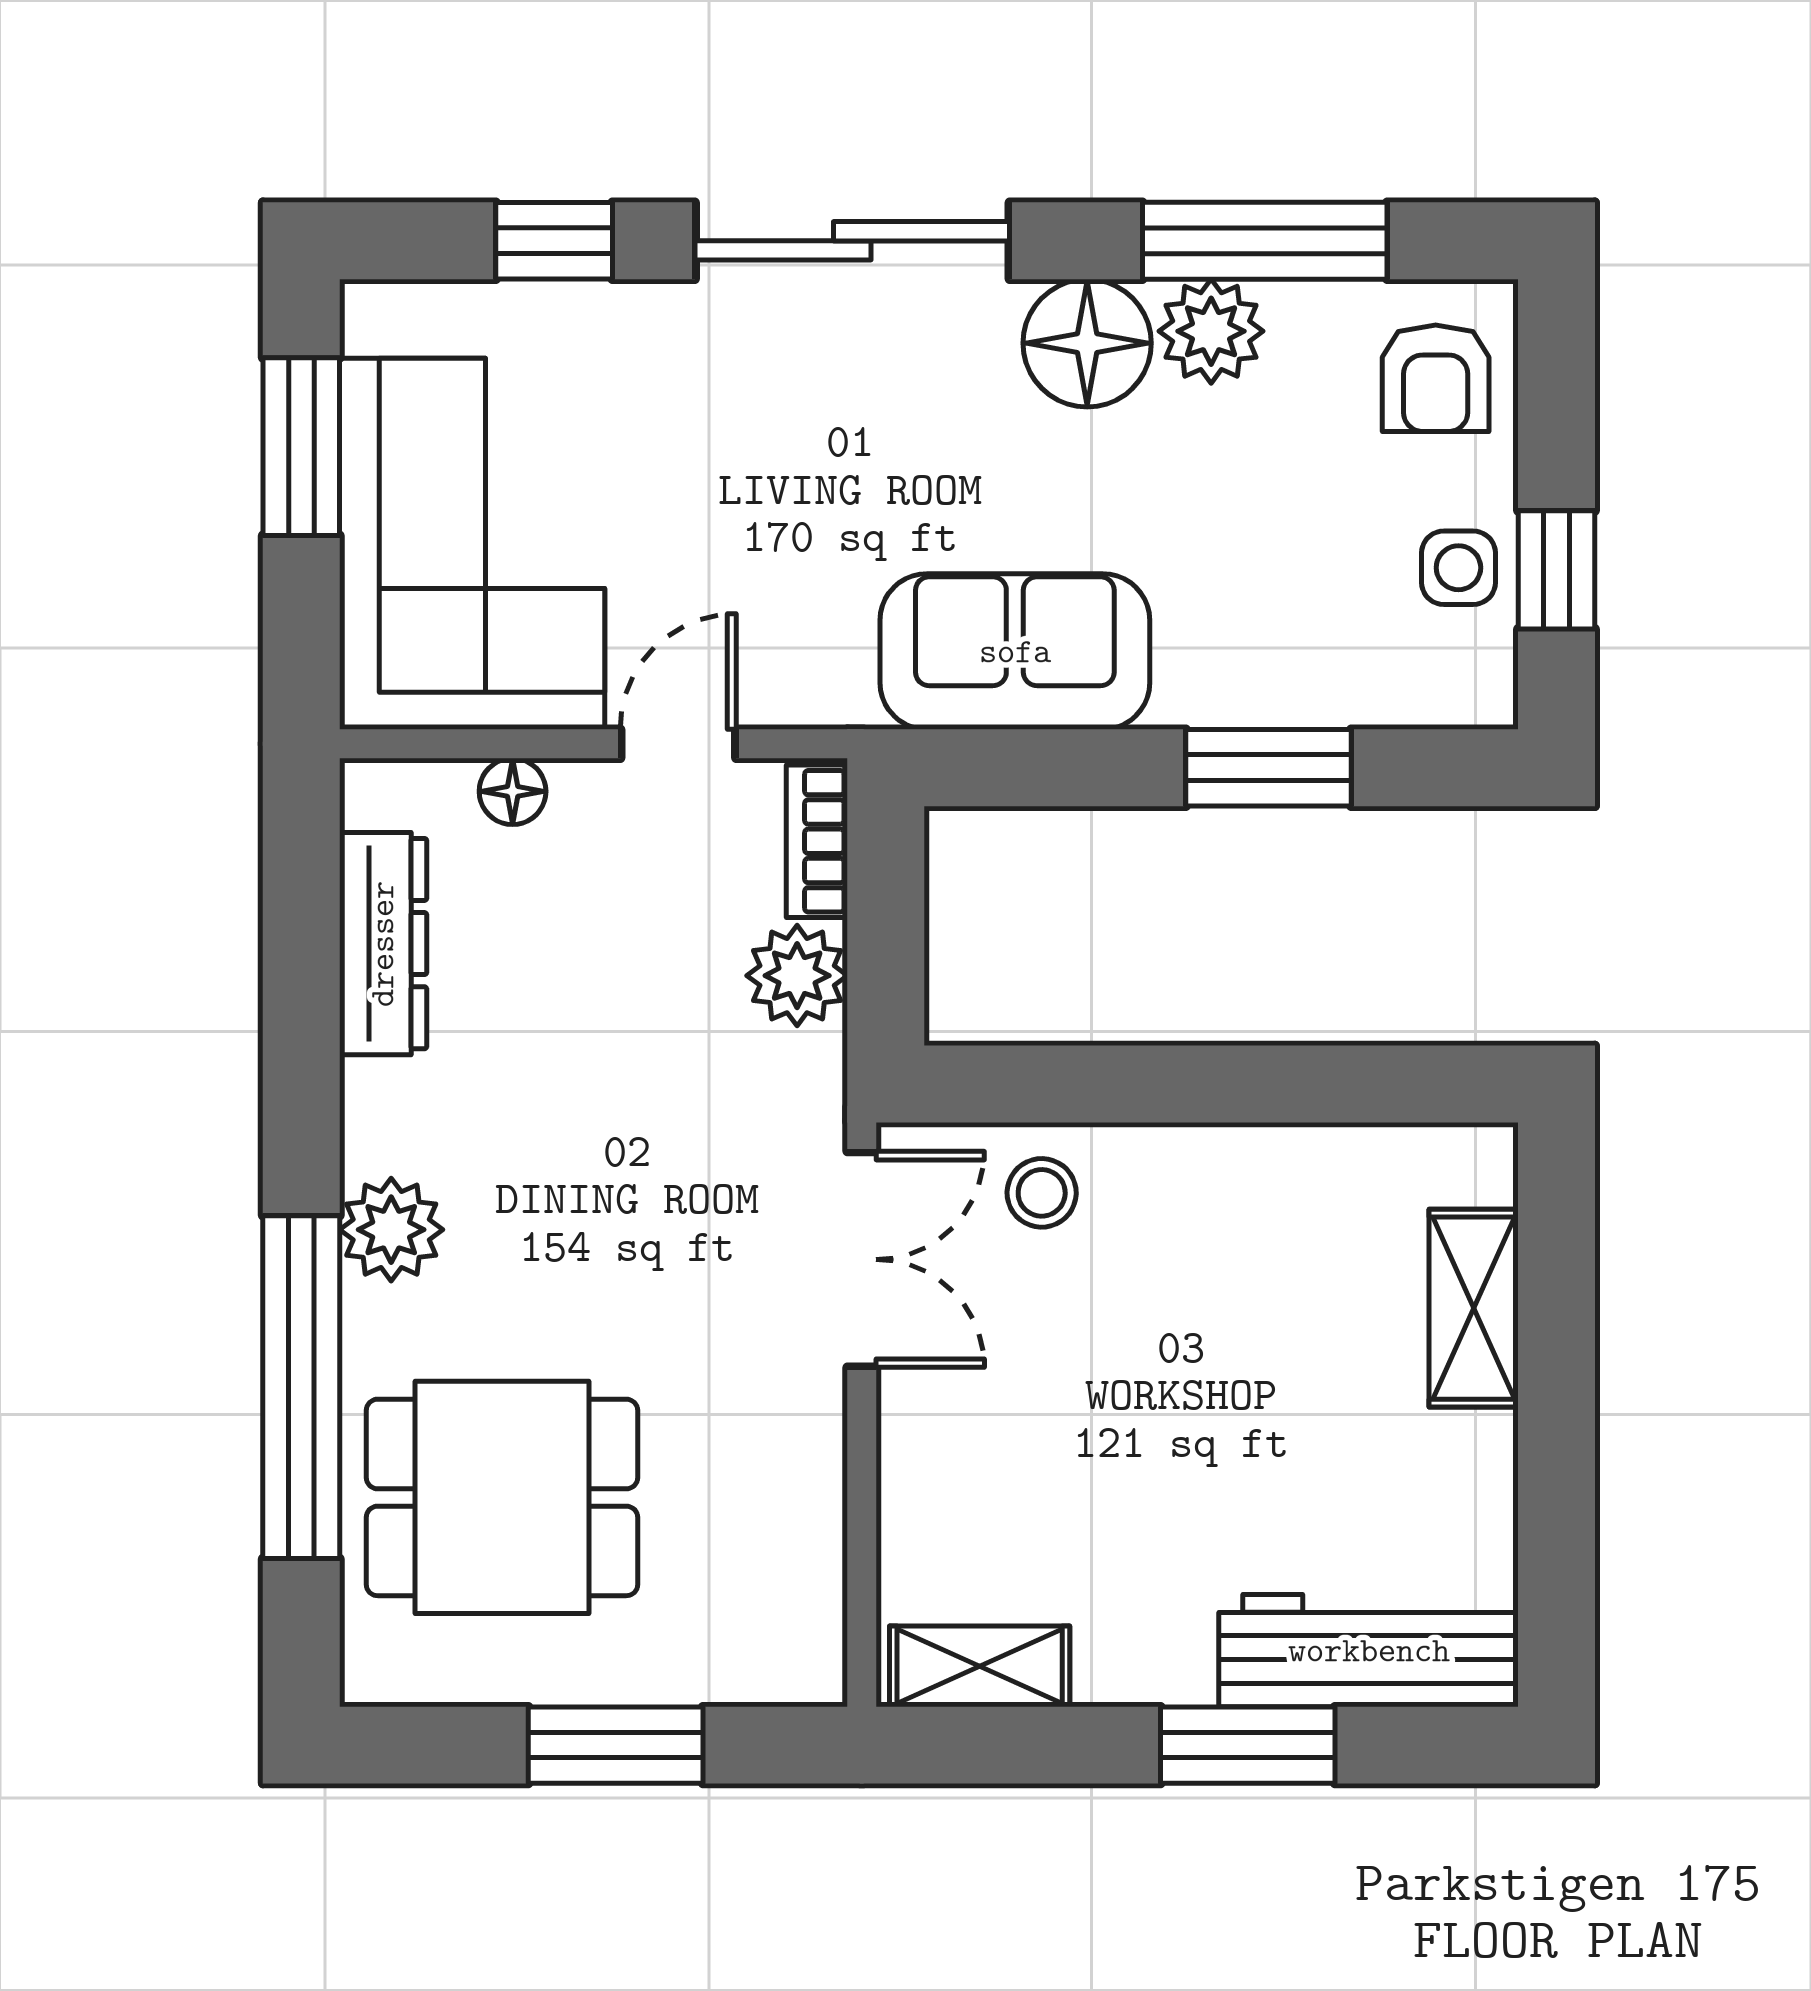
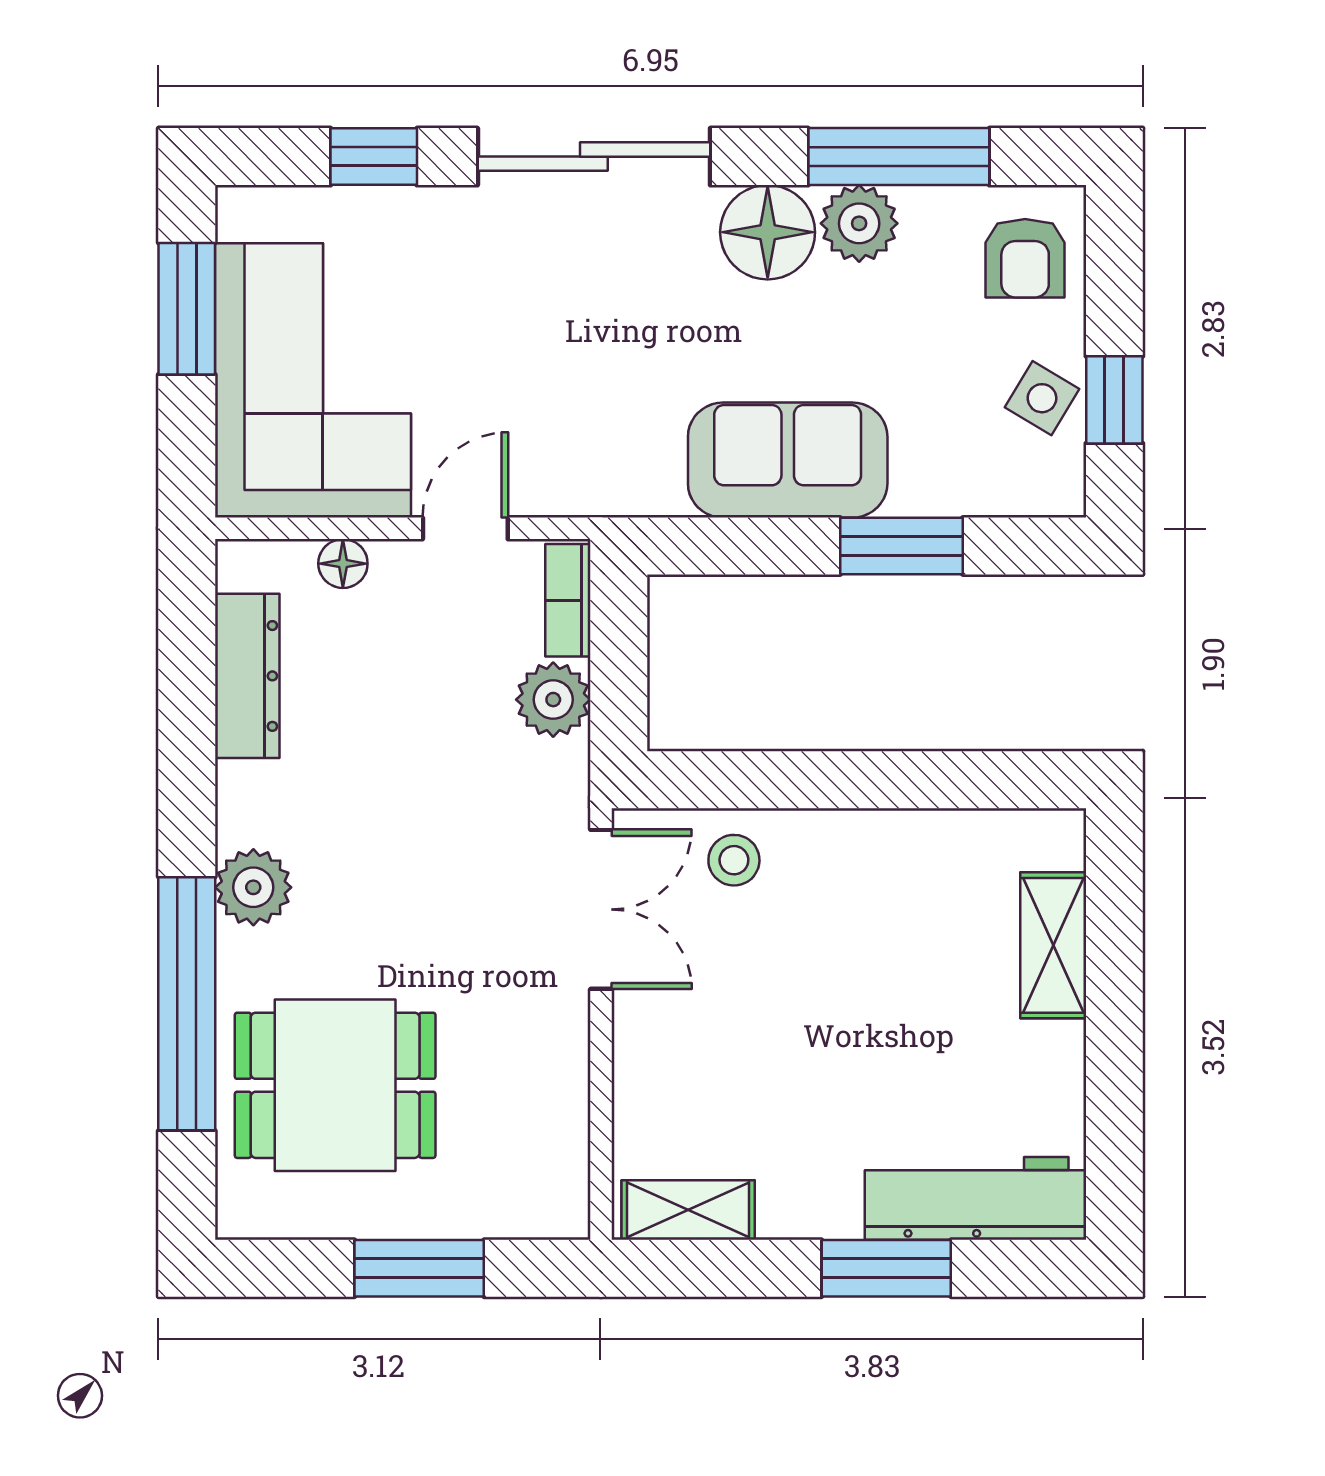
side table: (1458, 568) -> (1042, 398), turned 31
sofa: (1015, 652) -> (788, 460), moved

